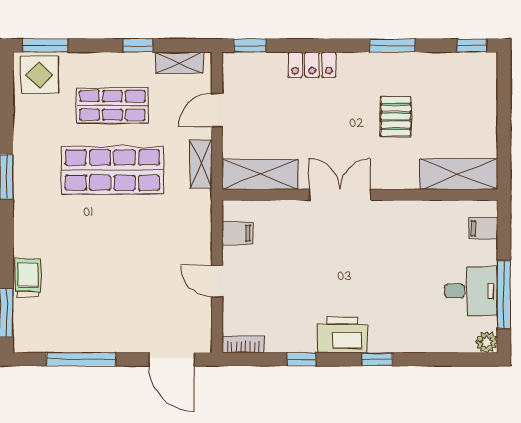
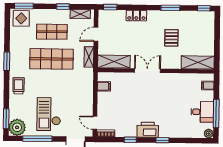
trolley: (28, 278) -> (19, 86), moved
door: (217, 281) -> (95, 123), moved
checkout: (107, 301) -> (49, 114), added
plant: (33, 333) -> (17, 127), added

